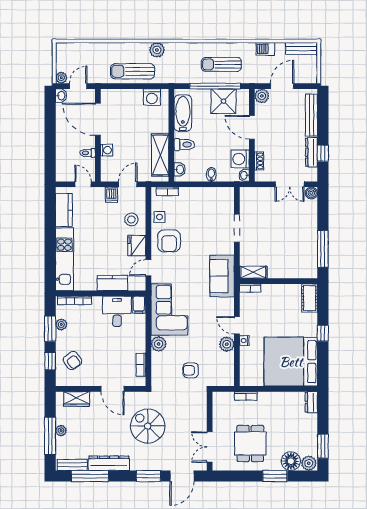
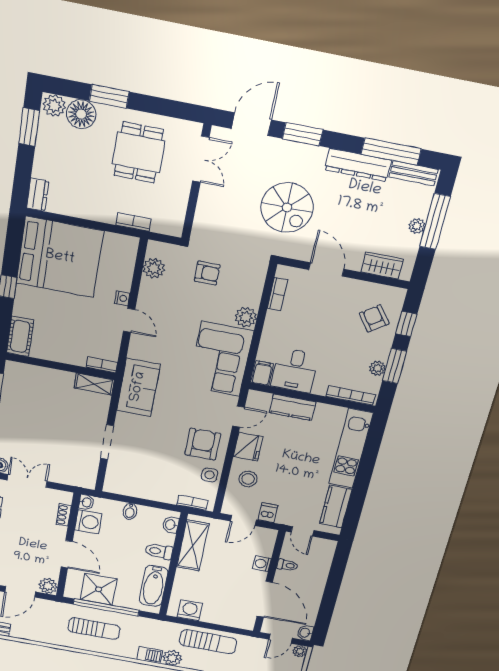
barbecue: (265, 49) -> (150, 655), moved
plant: (227, 344) -> (154, 268), moved

